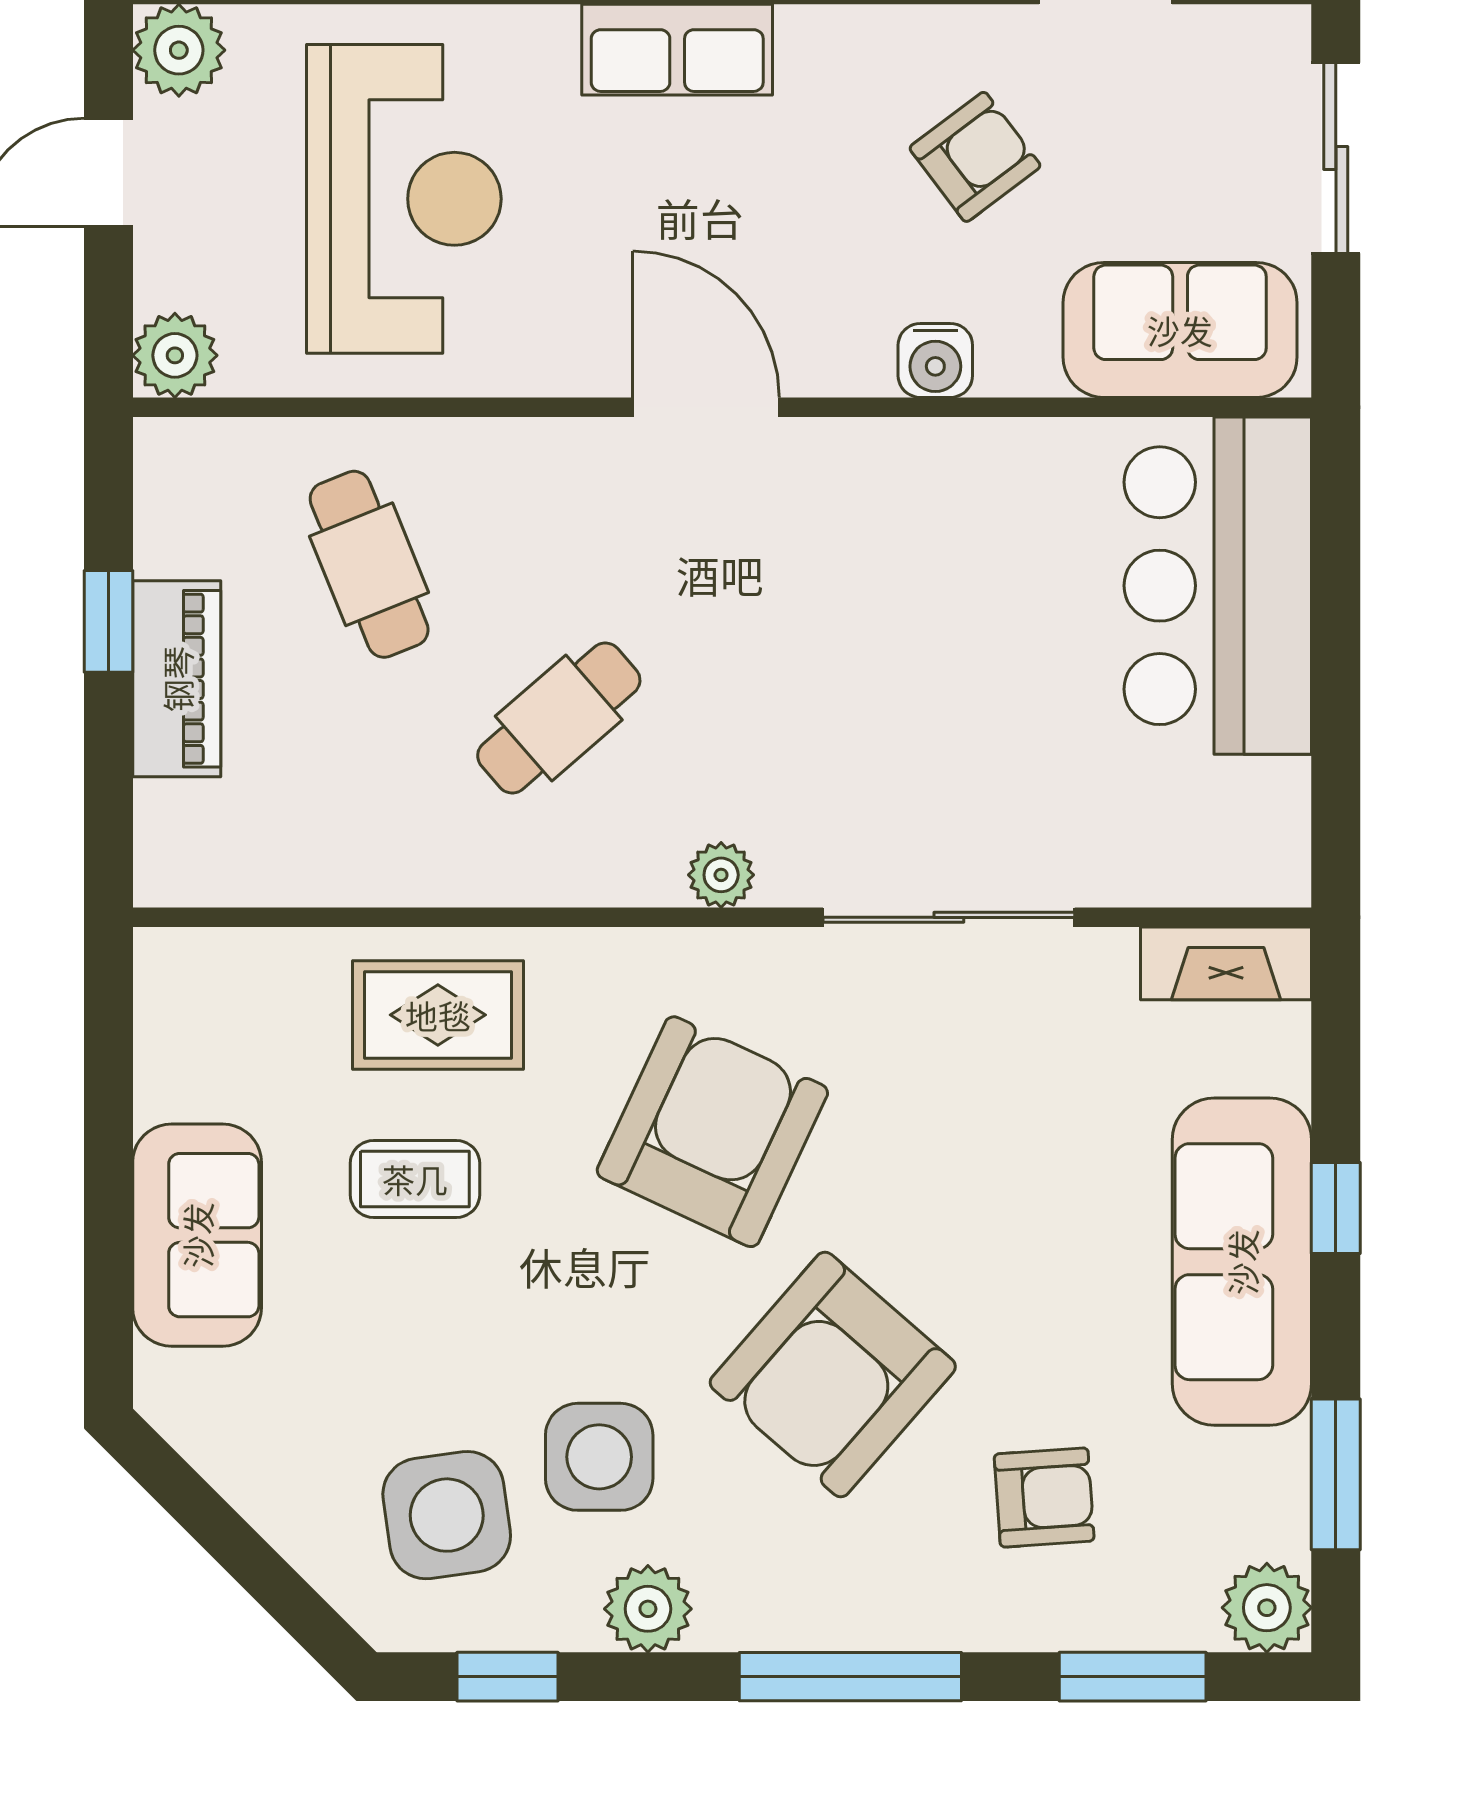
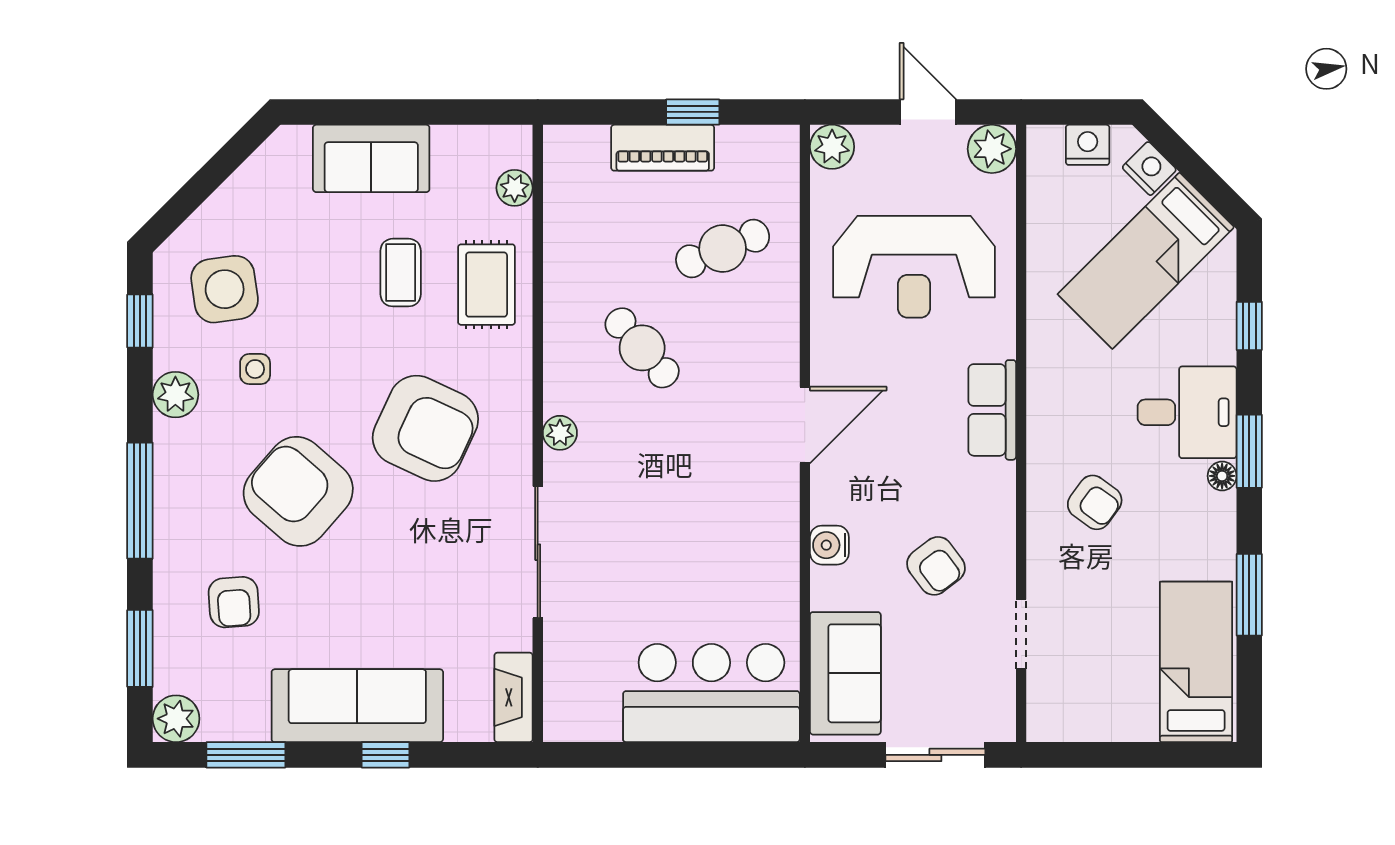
plant: (253, 961) -> (515, 188), added
side table: (599, 1457) -> (255, 369), width x0.54, depth x0.54

